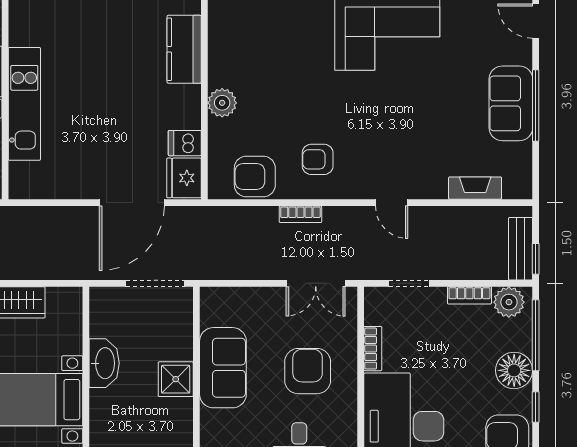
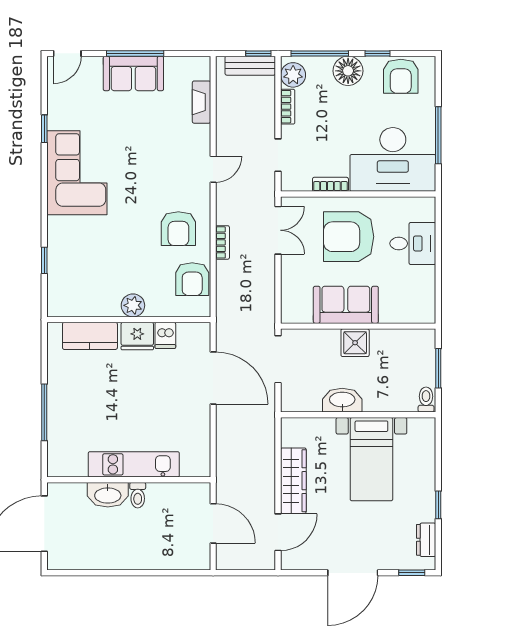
armchair: (318, 159) -> (178, 229), width x1.38, depth x1.38
fridge: (184, 178) -> (137, 336), moved
armchair: (308, 371) -> (349, 237), width x1.36, depth x1.36

